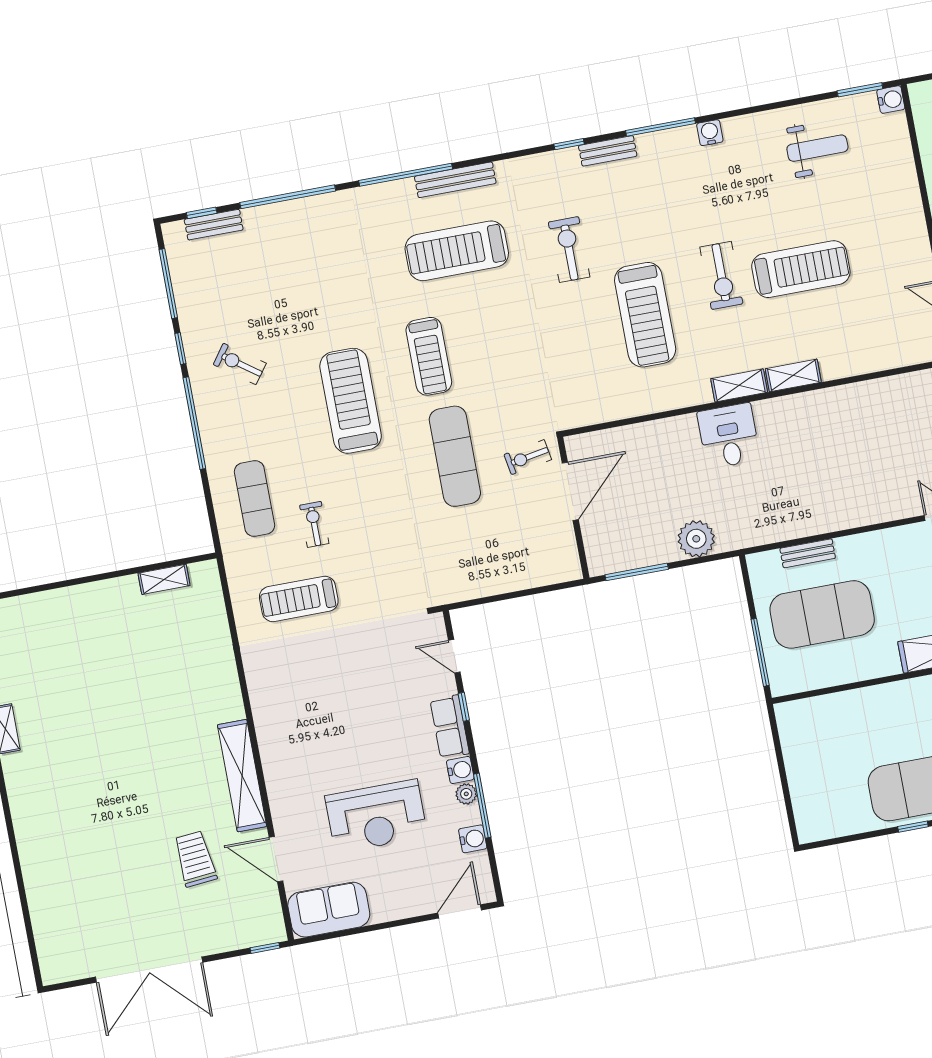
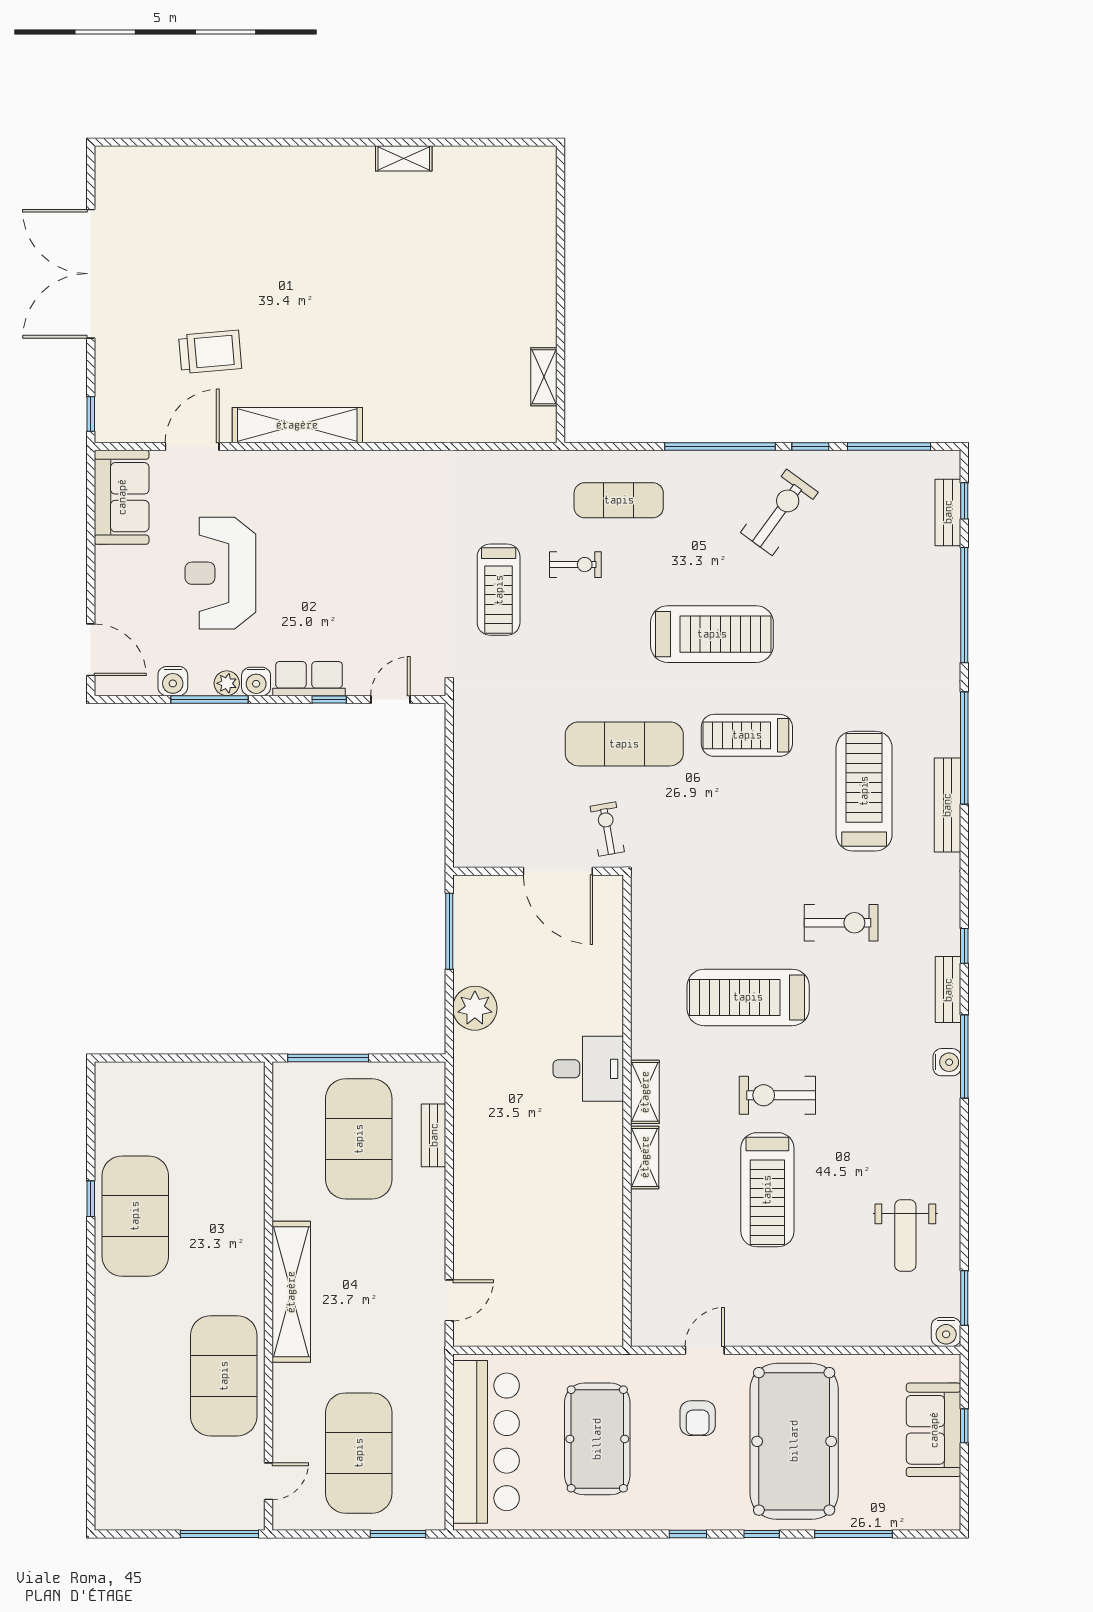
water cooler: (710, 133) -> (947, 1062), moved
exercise bike: (240, 364) -> (779, 512), width x1.38, depth x1.39
treadmill: (299, 599) -> (499, 590), moved, turned 180

